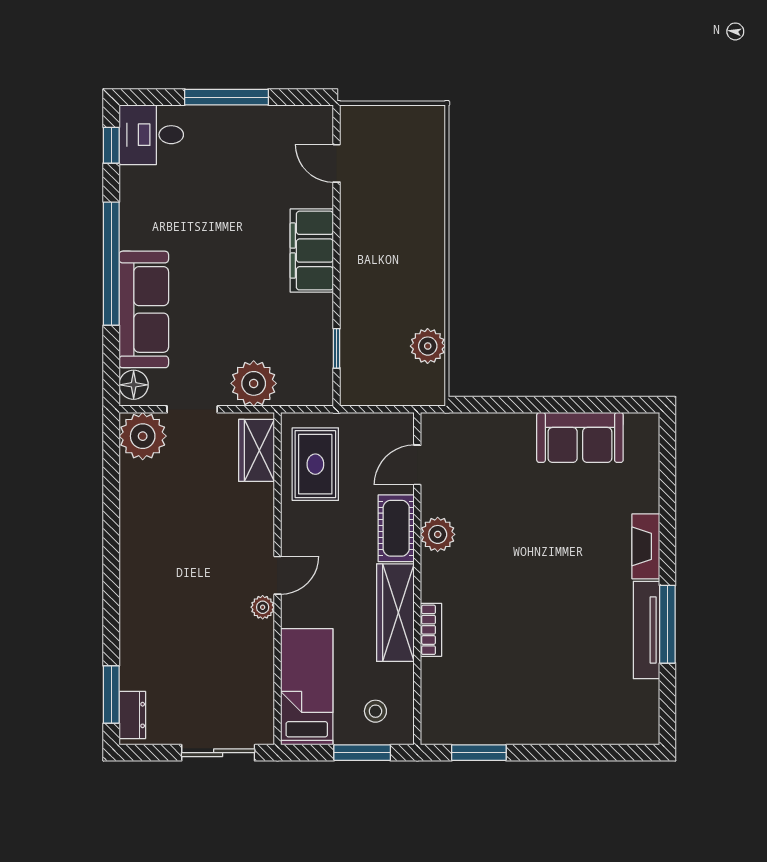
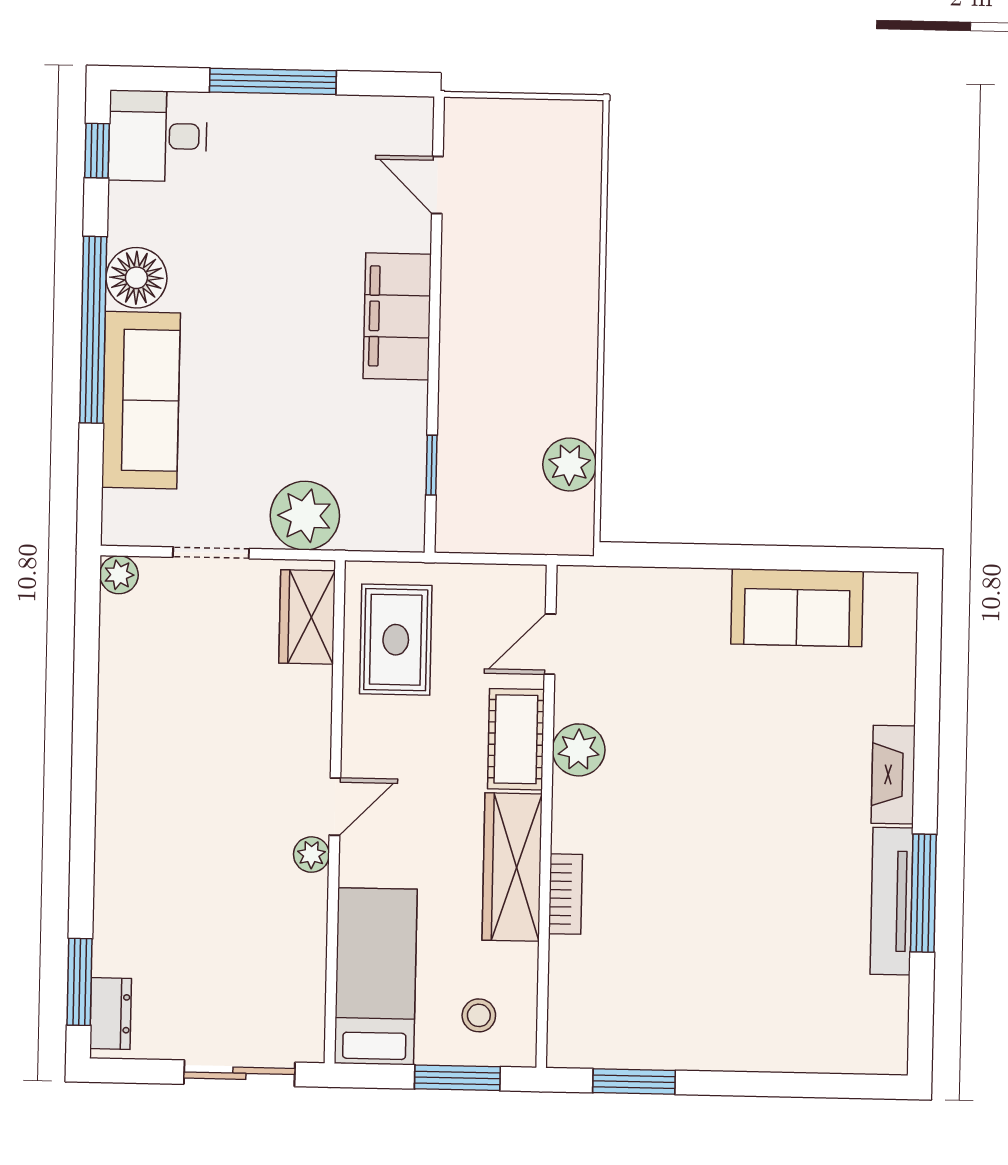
floor lamp: (134, 385) -> (136, 278), moved, width x1.38, depth x1.38
plant: (143, 436) -> (119, 575), width x0.53, depth x0.53

